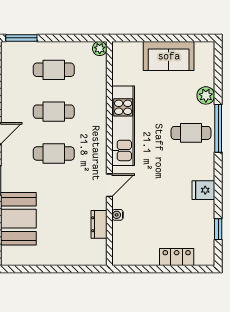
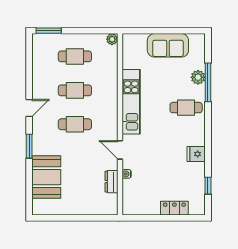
window: (218, 128) -> (208, 82), moved
door: (109, 185) -> (120, 150), swing flipped

